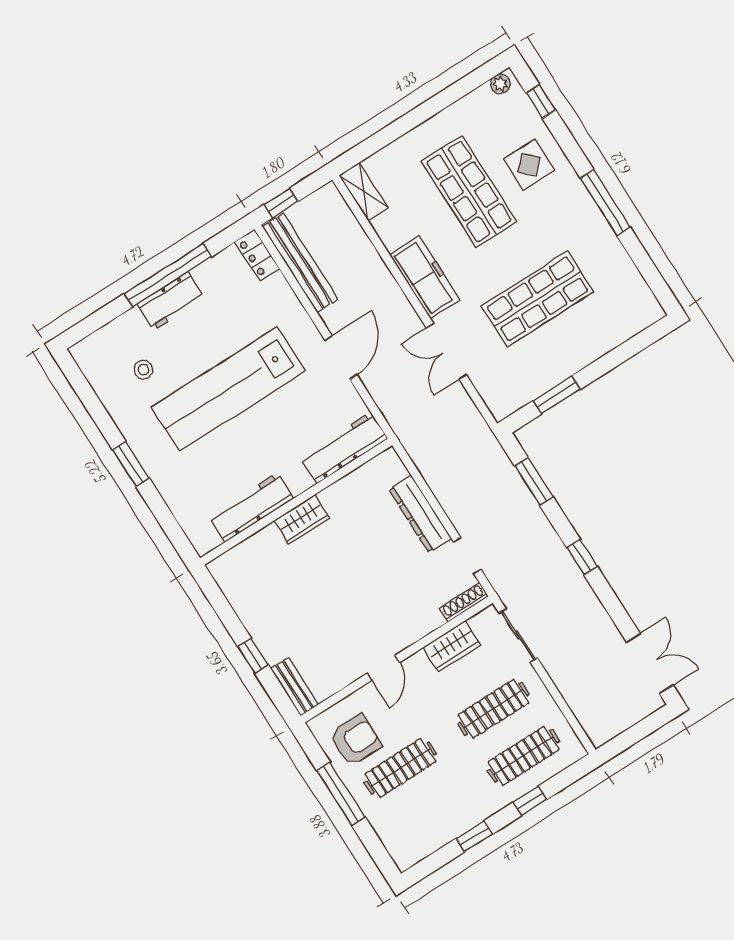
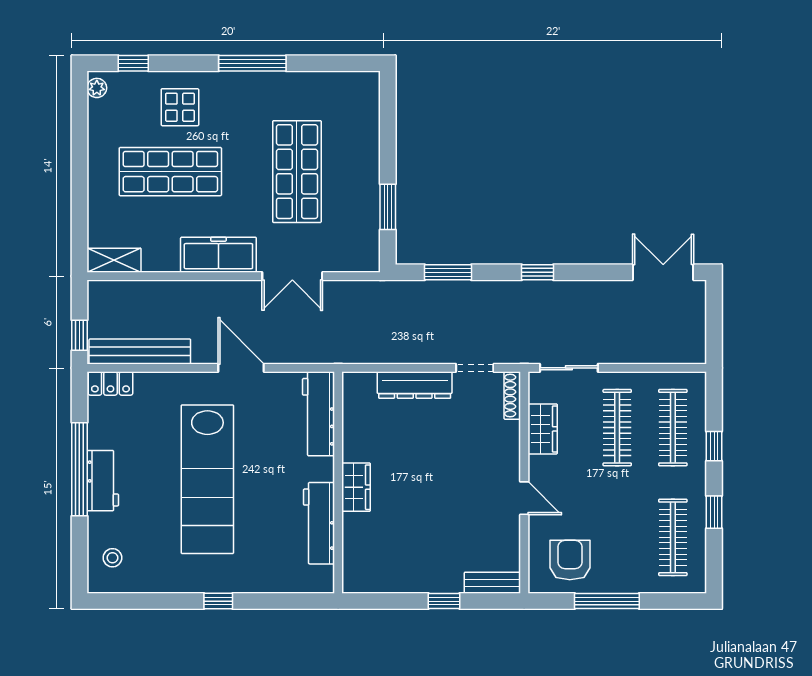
stool: (143, 370) -> (112, 558), moved
window: (131, 464) -> (218, 601), width x0.67
clothes rail: (400, 768) -> (673, 537), moved

